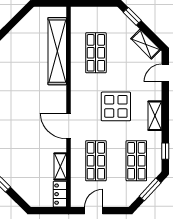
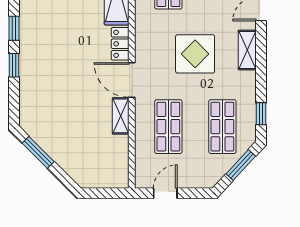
shelving: (155, 116) -> (247, 50), moved
shelving: (60, 166) -> (121, 116), moved
locker: (60, 194) -> (120, 44), moved

